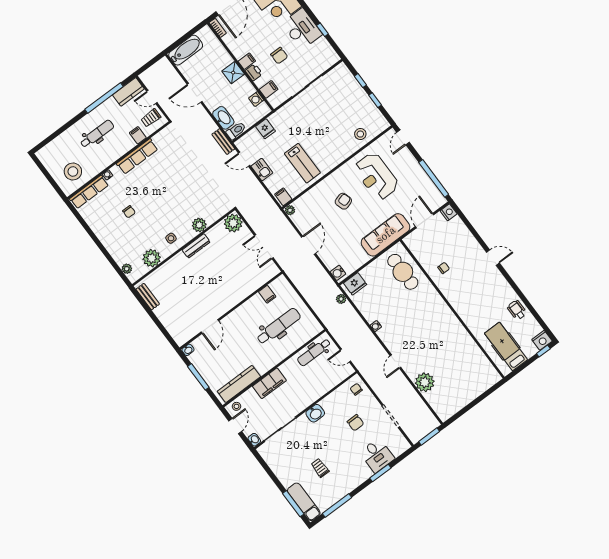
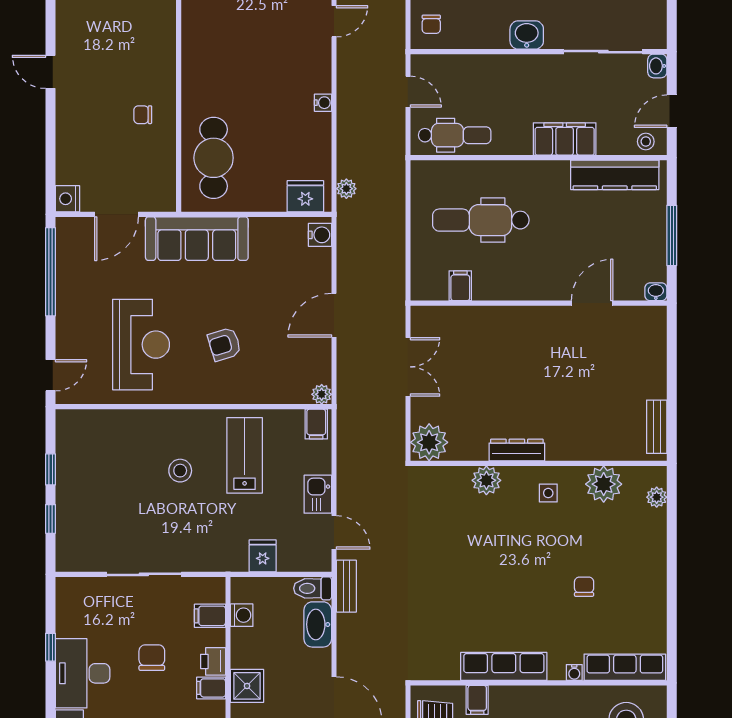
stool: (360, 134) -> (180, 471), moved

